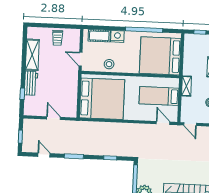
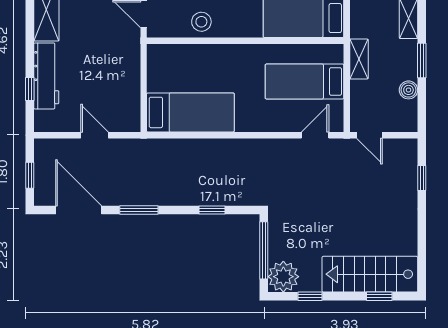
workbench: (31, 83) -> (46, 76), width x1.38
bed: (102, 99) -> (190, 112), width x0.49
door: (163, 123) -> (315, 135), hinge flipped
door: (44, 155) -> (79, 210), width x1.87

